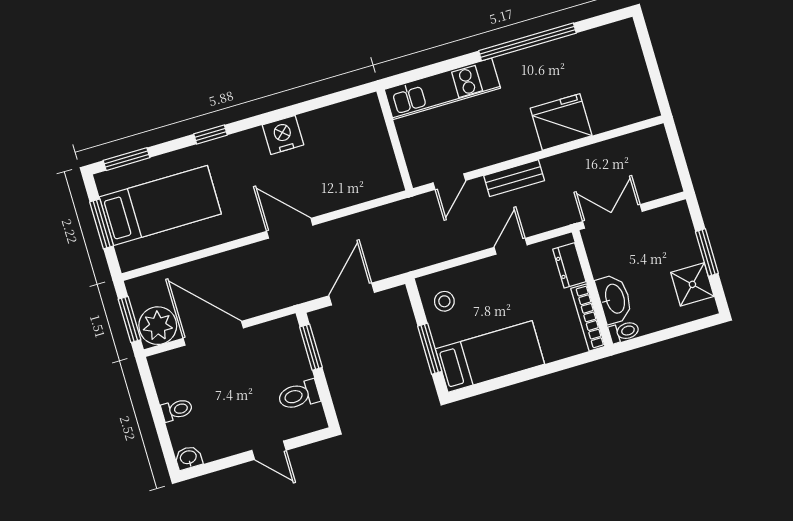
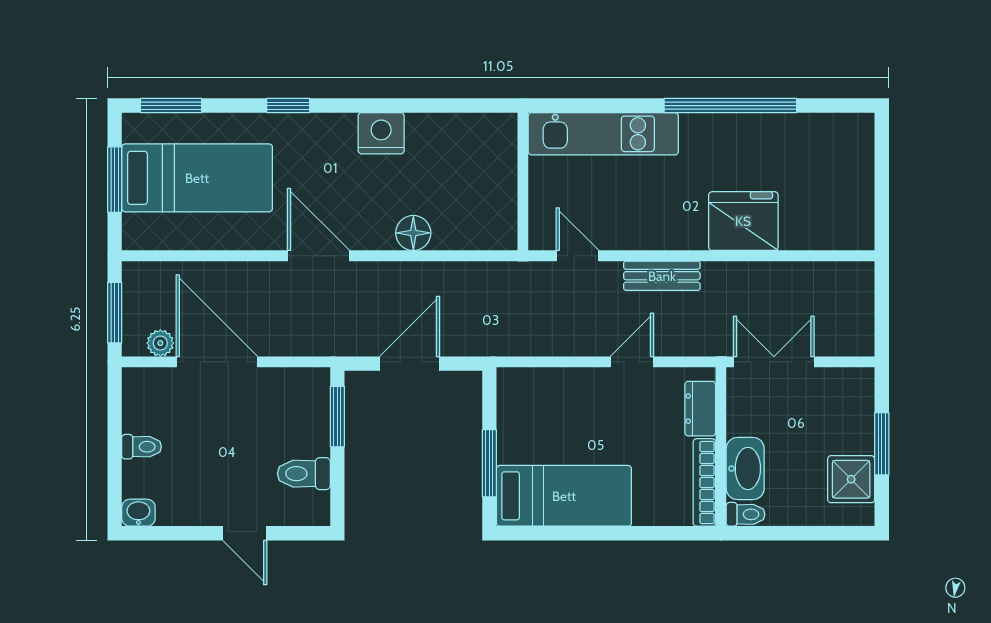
door: (449, 182) -> (577, 256), swing flipped
floor lamp: (327, 200) -> (413, 233), added
door: (290, 228) -> (319, 256), moved
stool: (444, 301) -> (526, 408), removed
plant: (158, 326) -> (160, 343), width x0.53, depth x0.53

